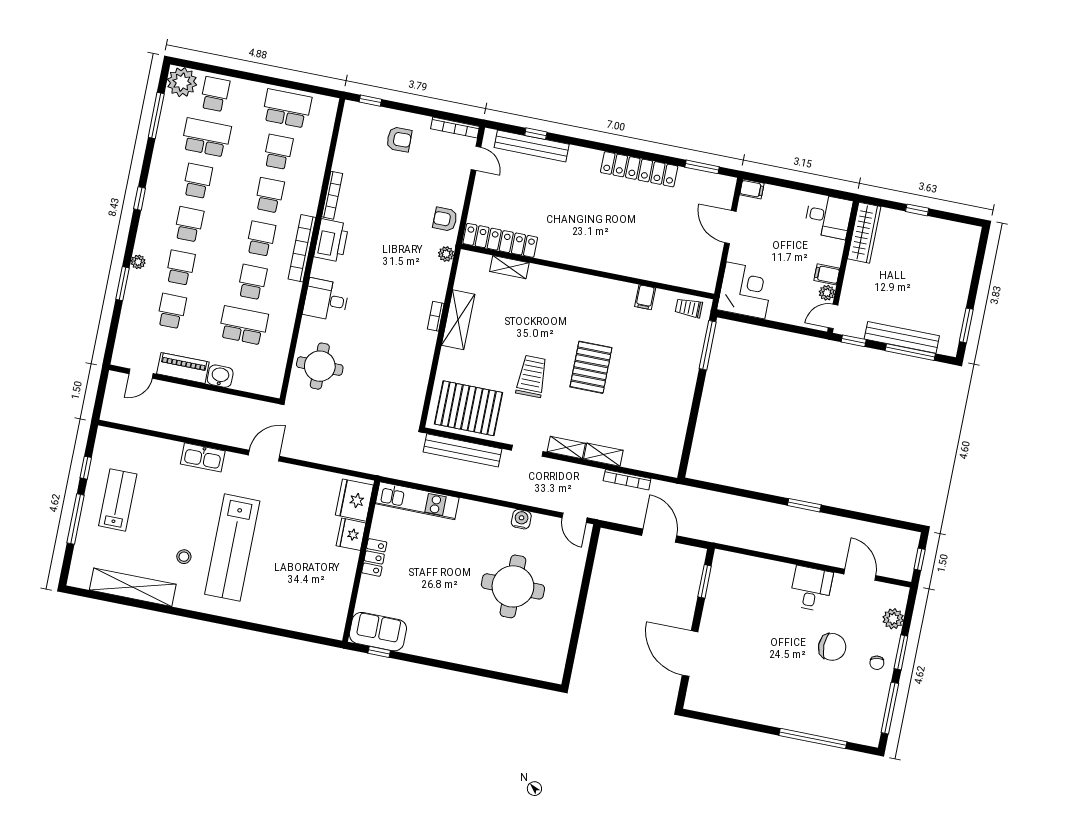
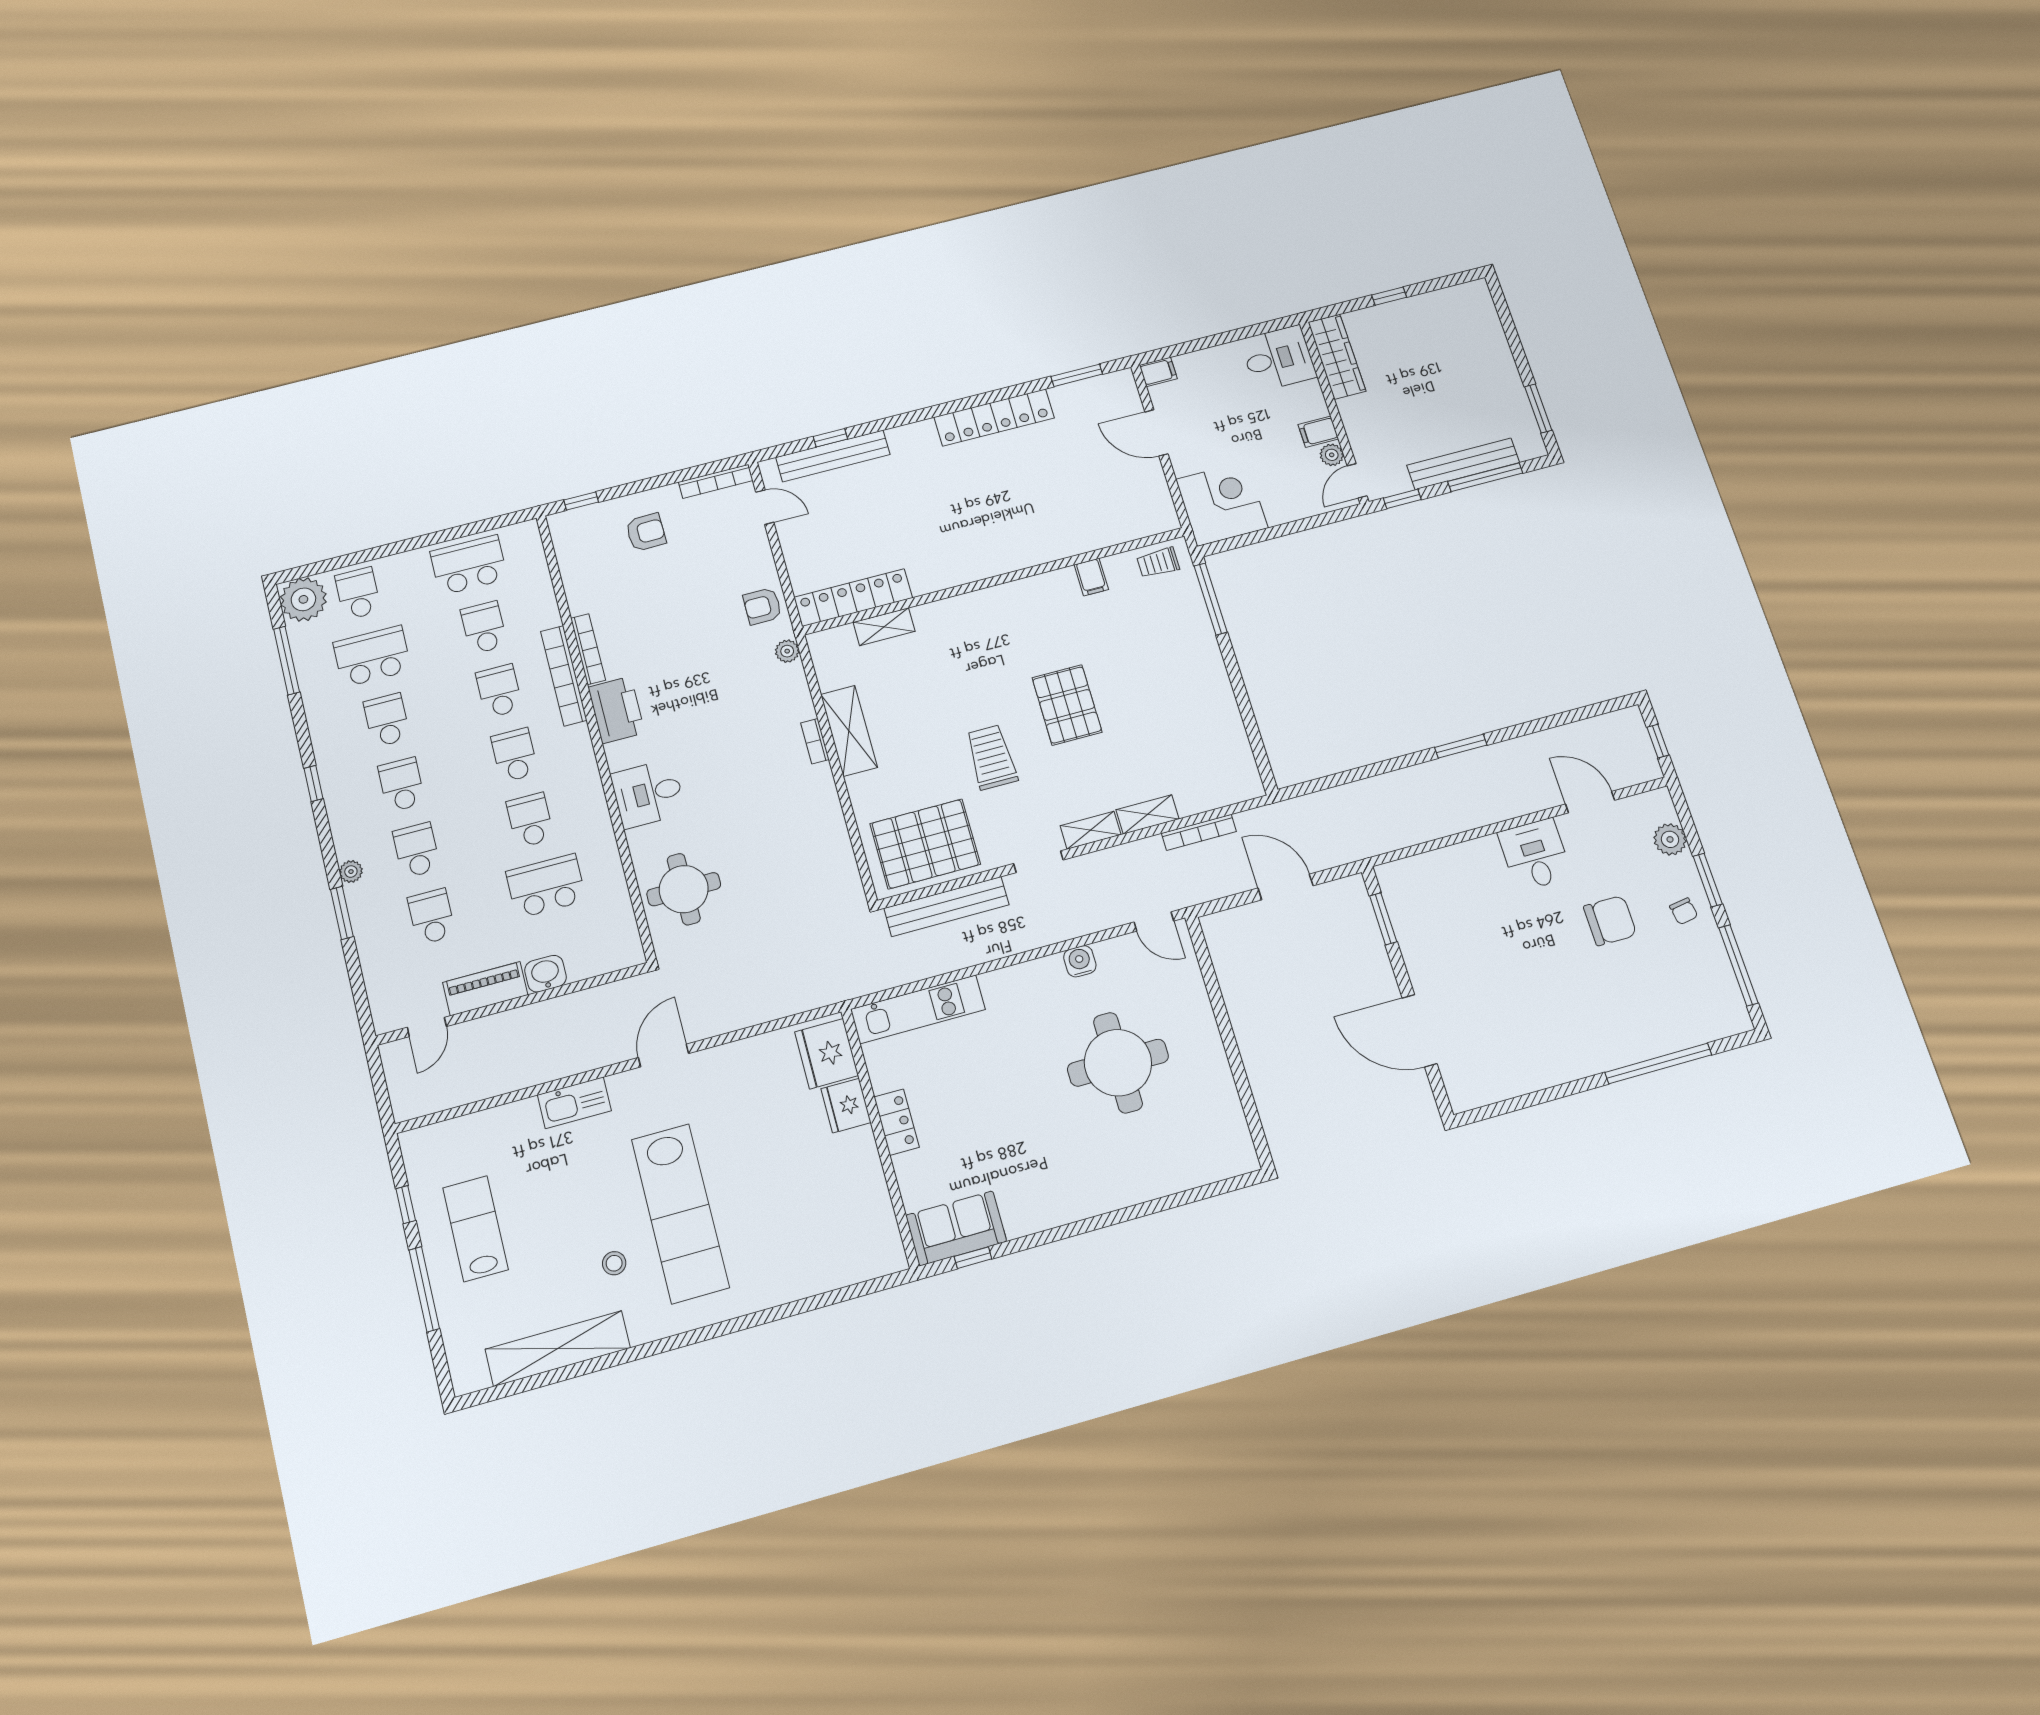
bookcase: (302, 248) -> (564, 676), moved

